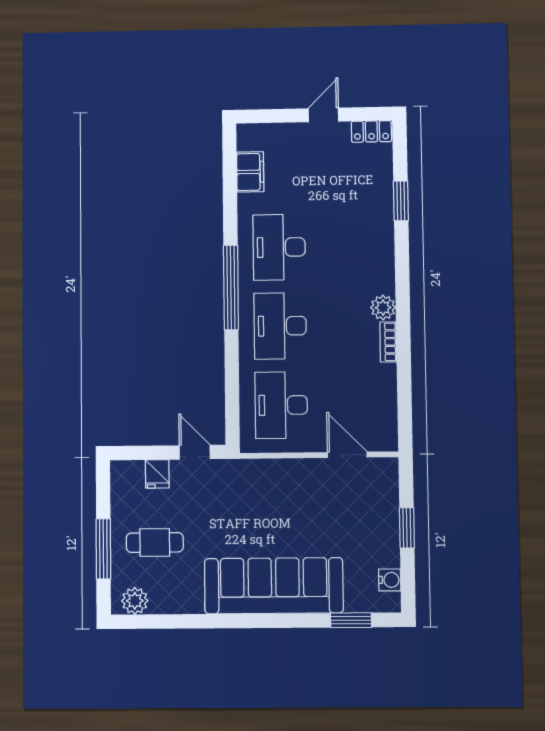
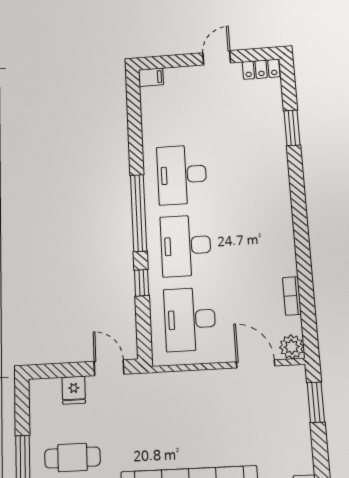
filing cabinet: (250, 172) -> (151, 77), moved, width x0.50
plant: (383, 308) -> (292, 347), moved
bookcase: (388, 342) -> (292, 296), moved
window: (232, 364) -> (142, 283), added
window: (407, 528) -> (316, 402), moved

